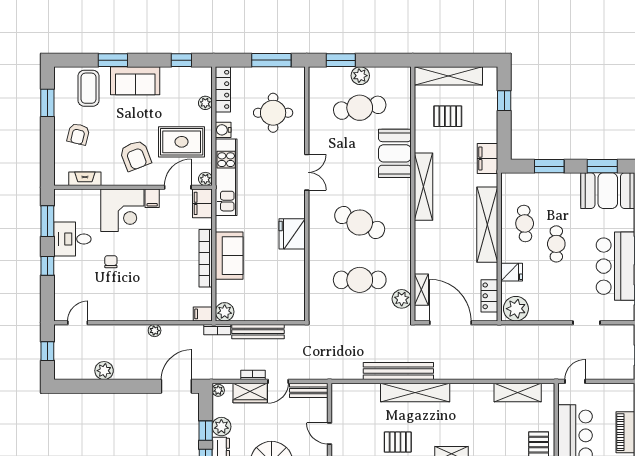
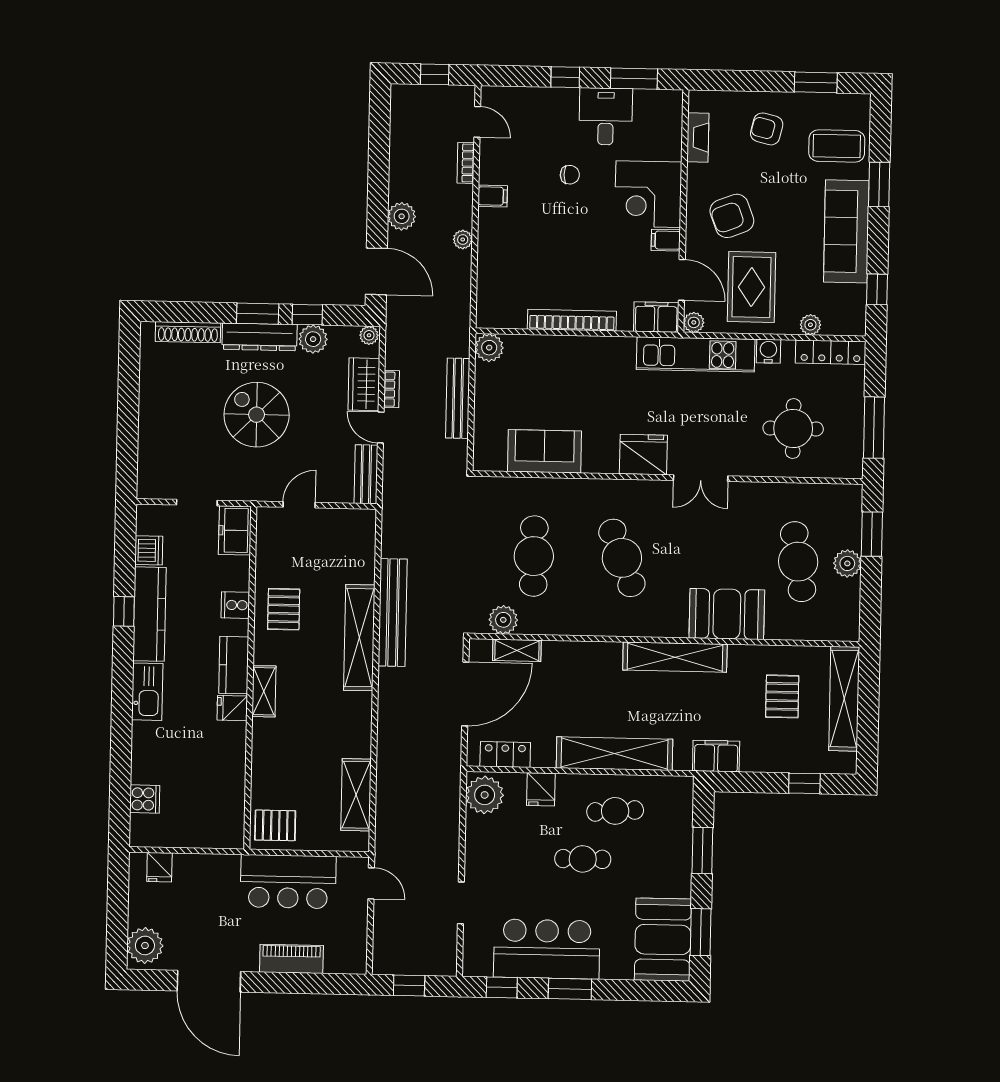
sofa: (135, 81) -> (846, 231), width x1.36
cafe table: (360, 222) -> (622, 558), turned -45
fridge: (292, 234) -> (643, 455), moved
sofa: (229, 256) -> (545, 451), moved, turned 180
filing cabinet: (203, 314) -> (493, 196), moved, turned 90
bookcase: (217, 330) -> (466, 163), moved
plant: (104, 371) -> (402, 216), moved

